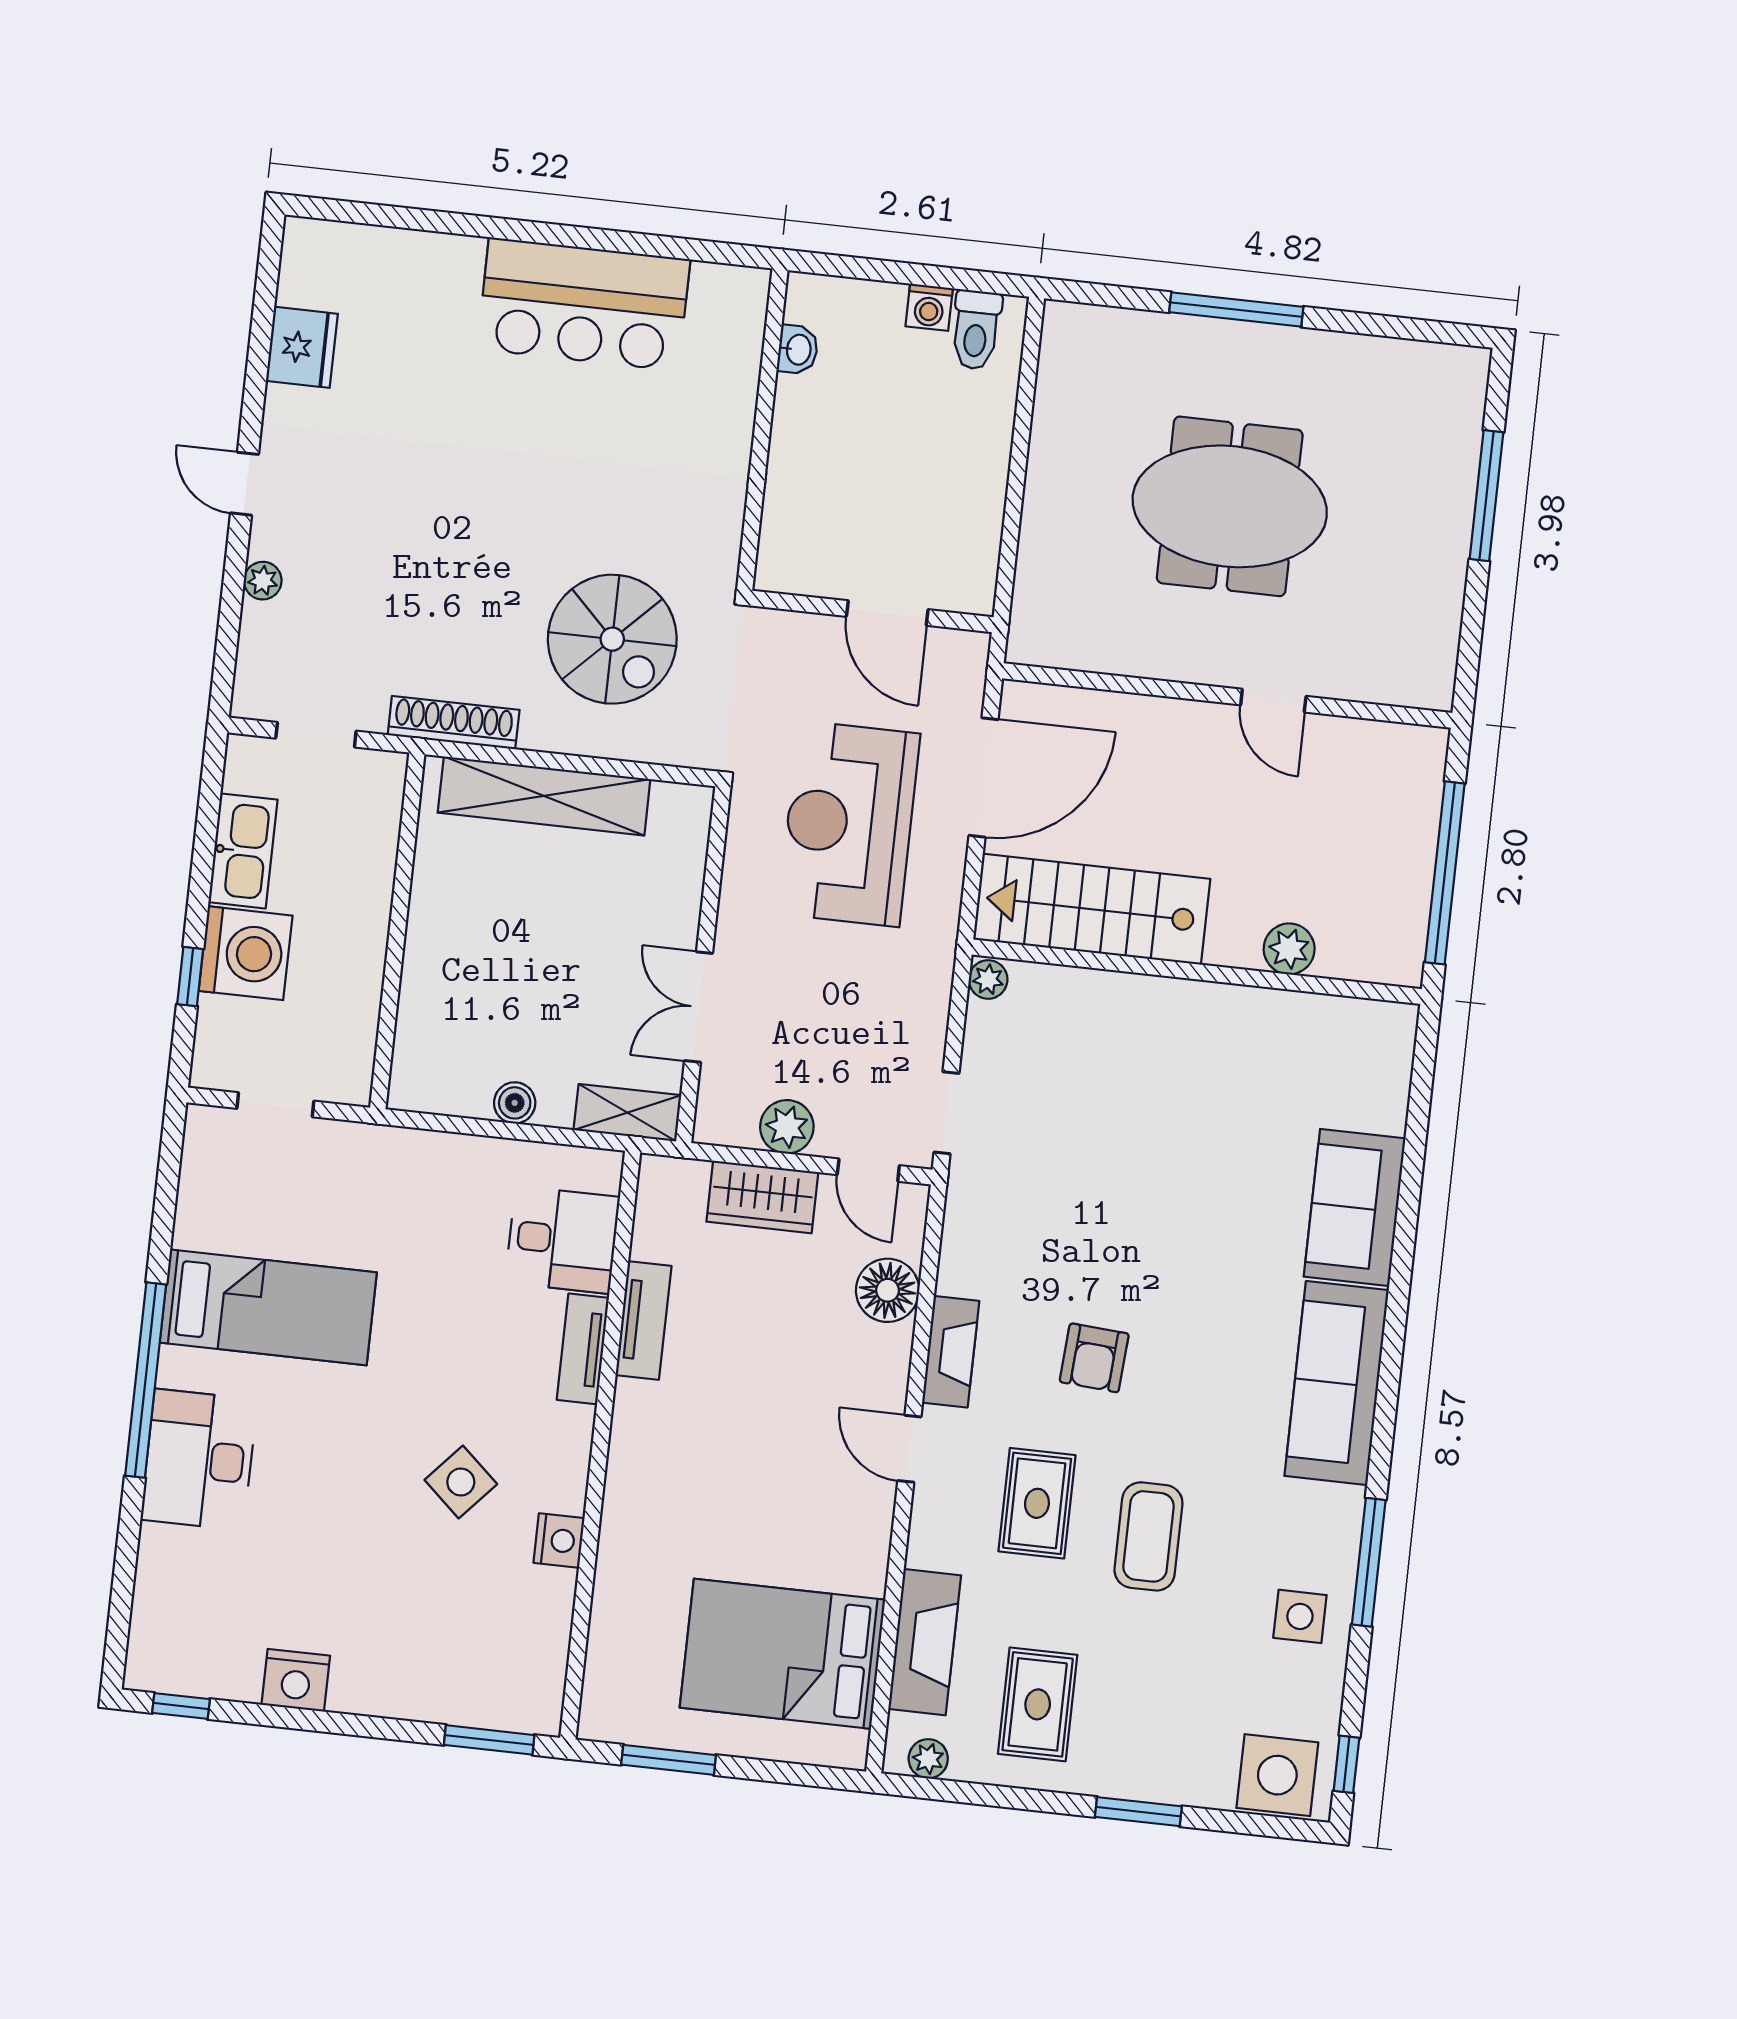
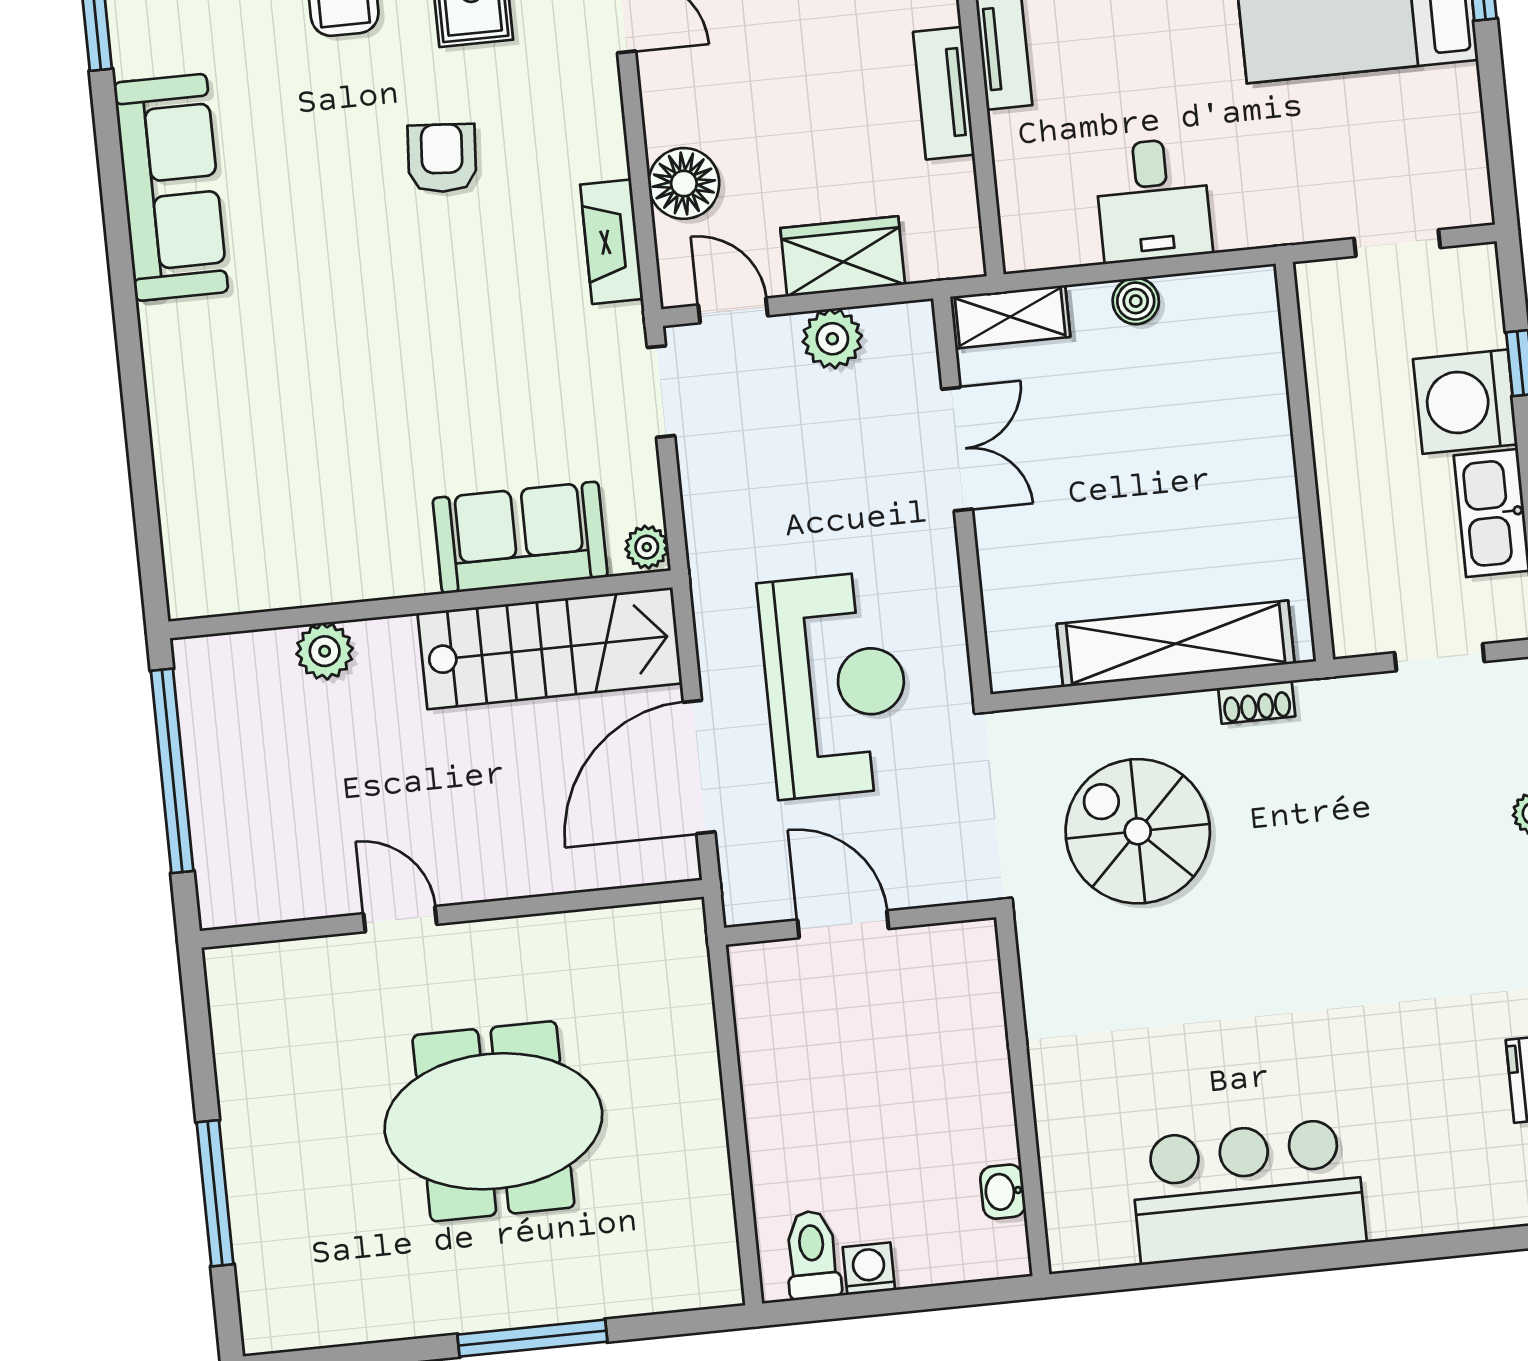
shoe rack: (454, 722) -> (1257, 702), width x0.51, depth x0.81
sofa: (1355, 1208) -> (520, 538), moved, turned -90
desk: (562, 1240) -> (1153, 200), moved, turned -90
fireplace: (951, 1352) -> (612, 242), moved

